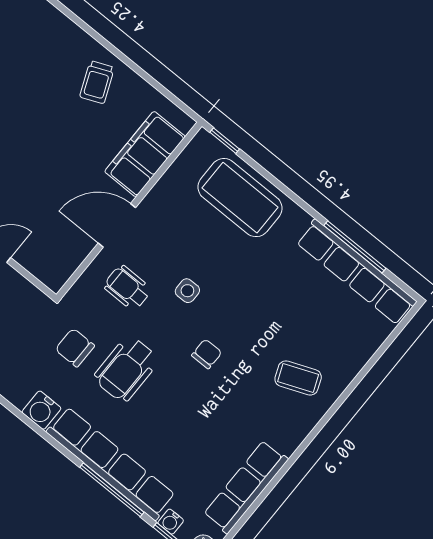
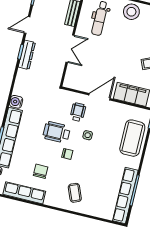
door: (117, 225) -> (99, 97), hinge flipped
chair: (75, 348) -> (41, 171), moved
wheelchair: (126, 369) -> (57, 132), moved

